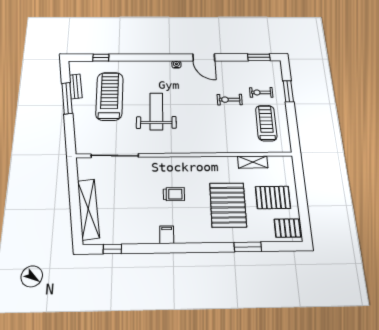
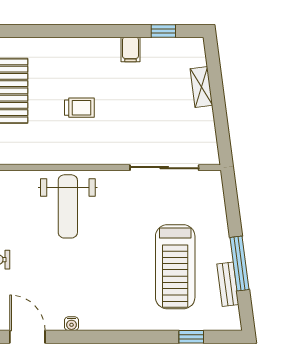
weight bench: (156, 111) -> (68, 206), moved
trolley: (174, 194) -> (79, 108), turned 180
shelving: (88, 209) -> (201, 87), width x0.45, depth x0.75
filing cabinet: (167, 235) -> (130, 50), moved

